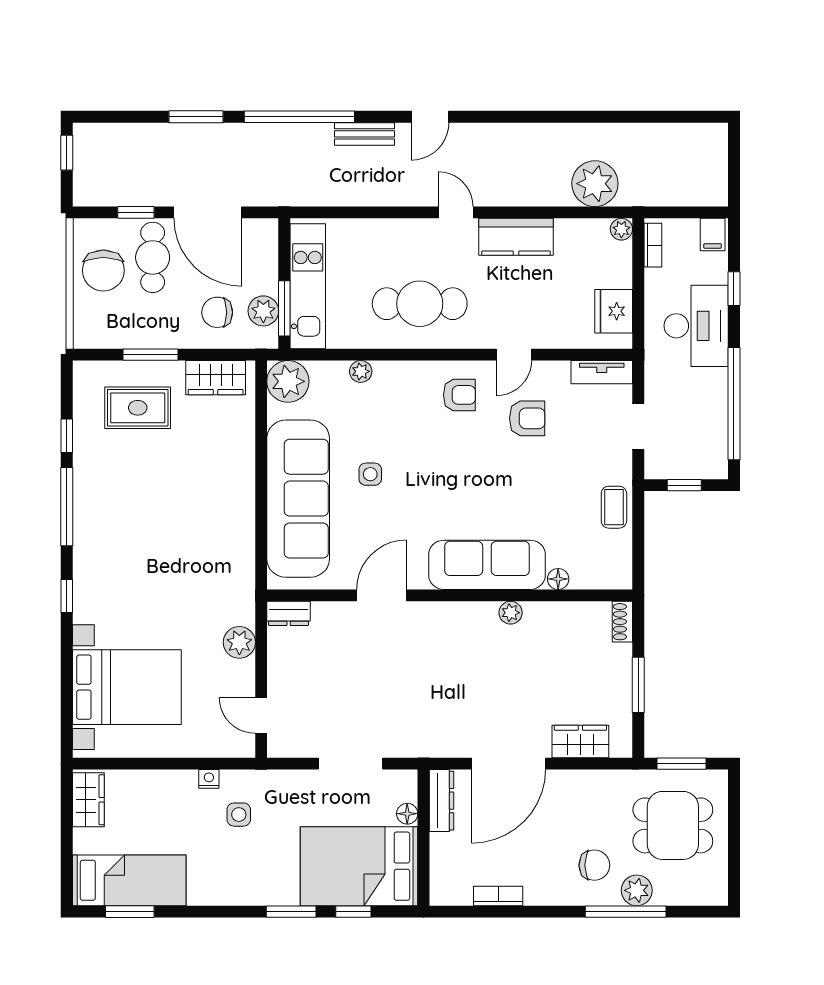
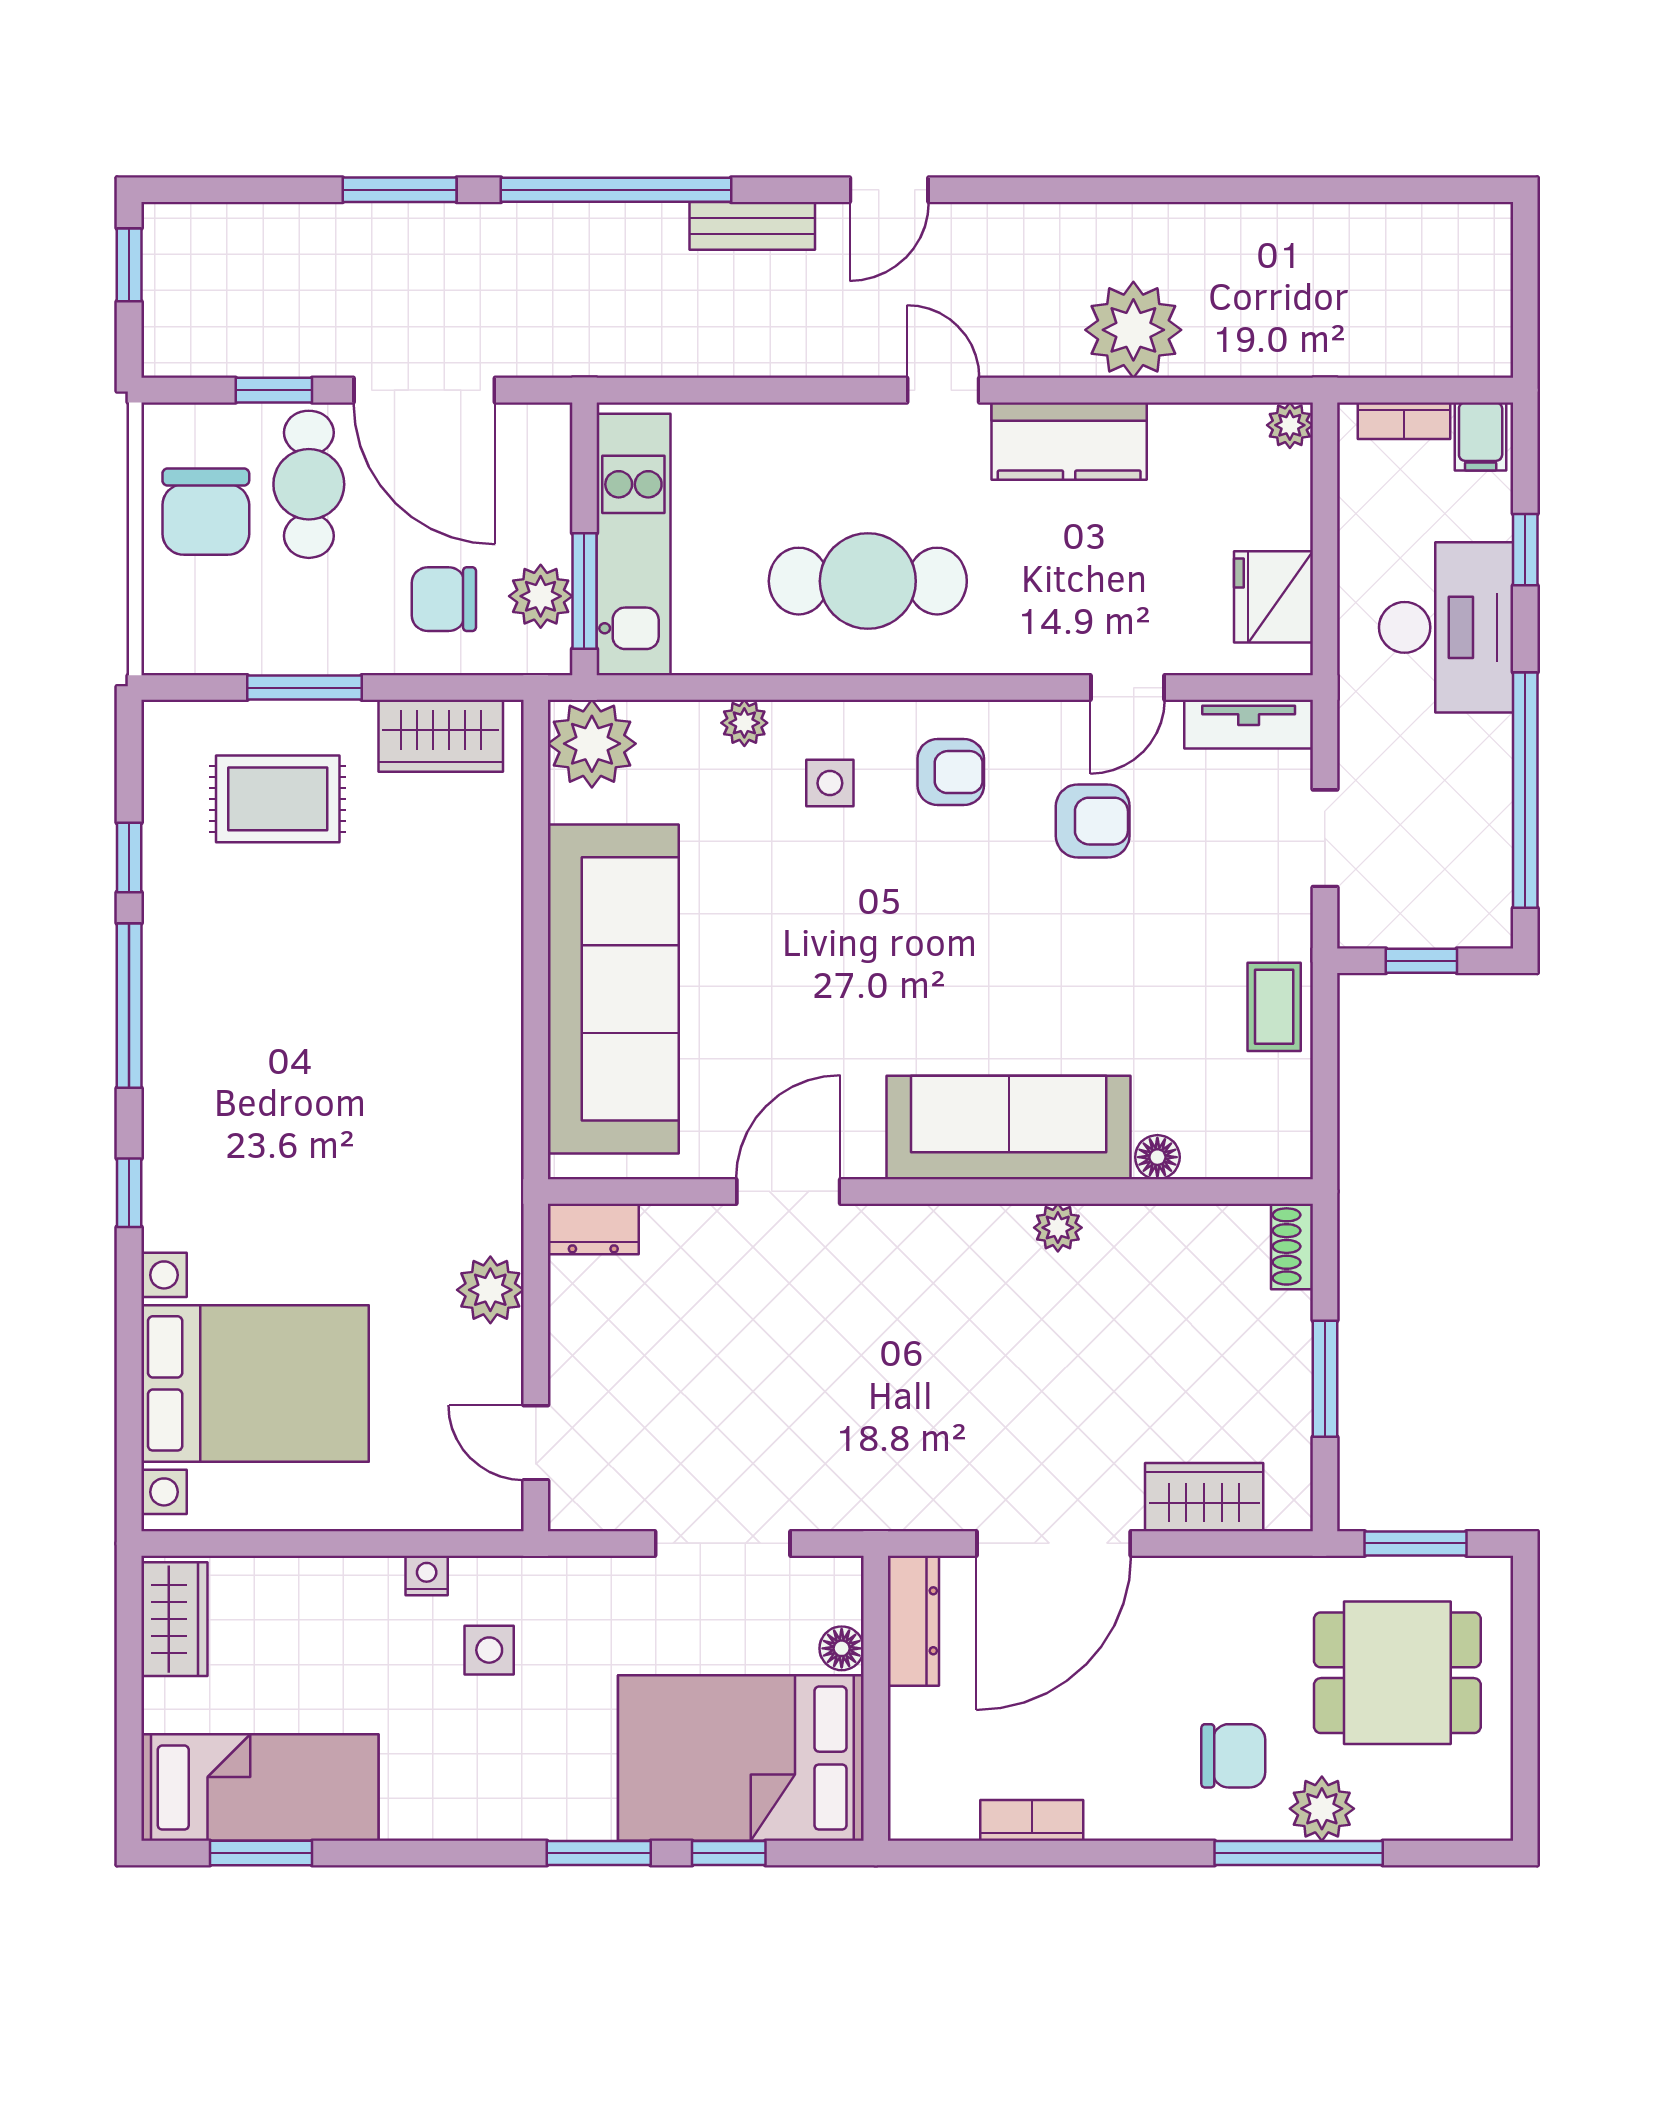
plant: (595, 184) -> (1133, 330), moved
bookcase: (653, 245) -> (1404, 421), moved, turned 90
door: (514, 355) -> (1128, 688), moved
side table: (370, 474) -> (830, 783), moved

